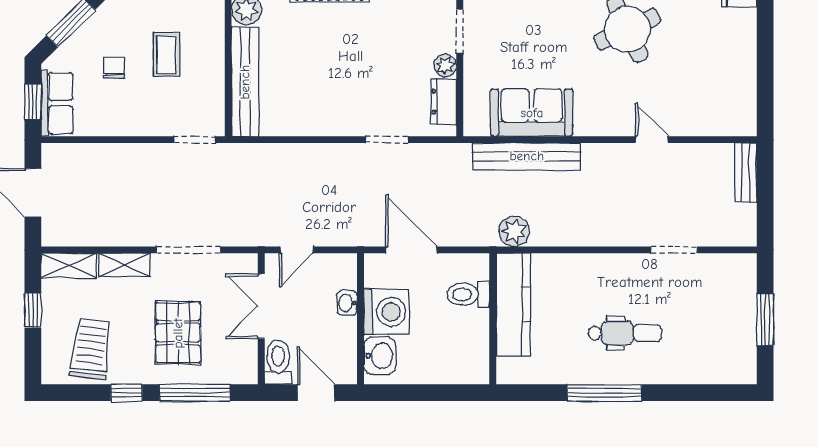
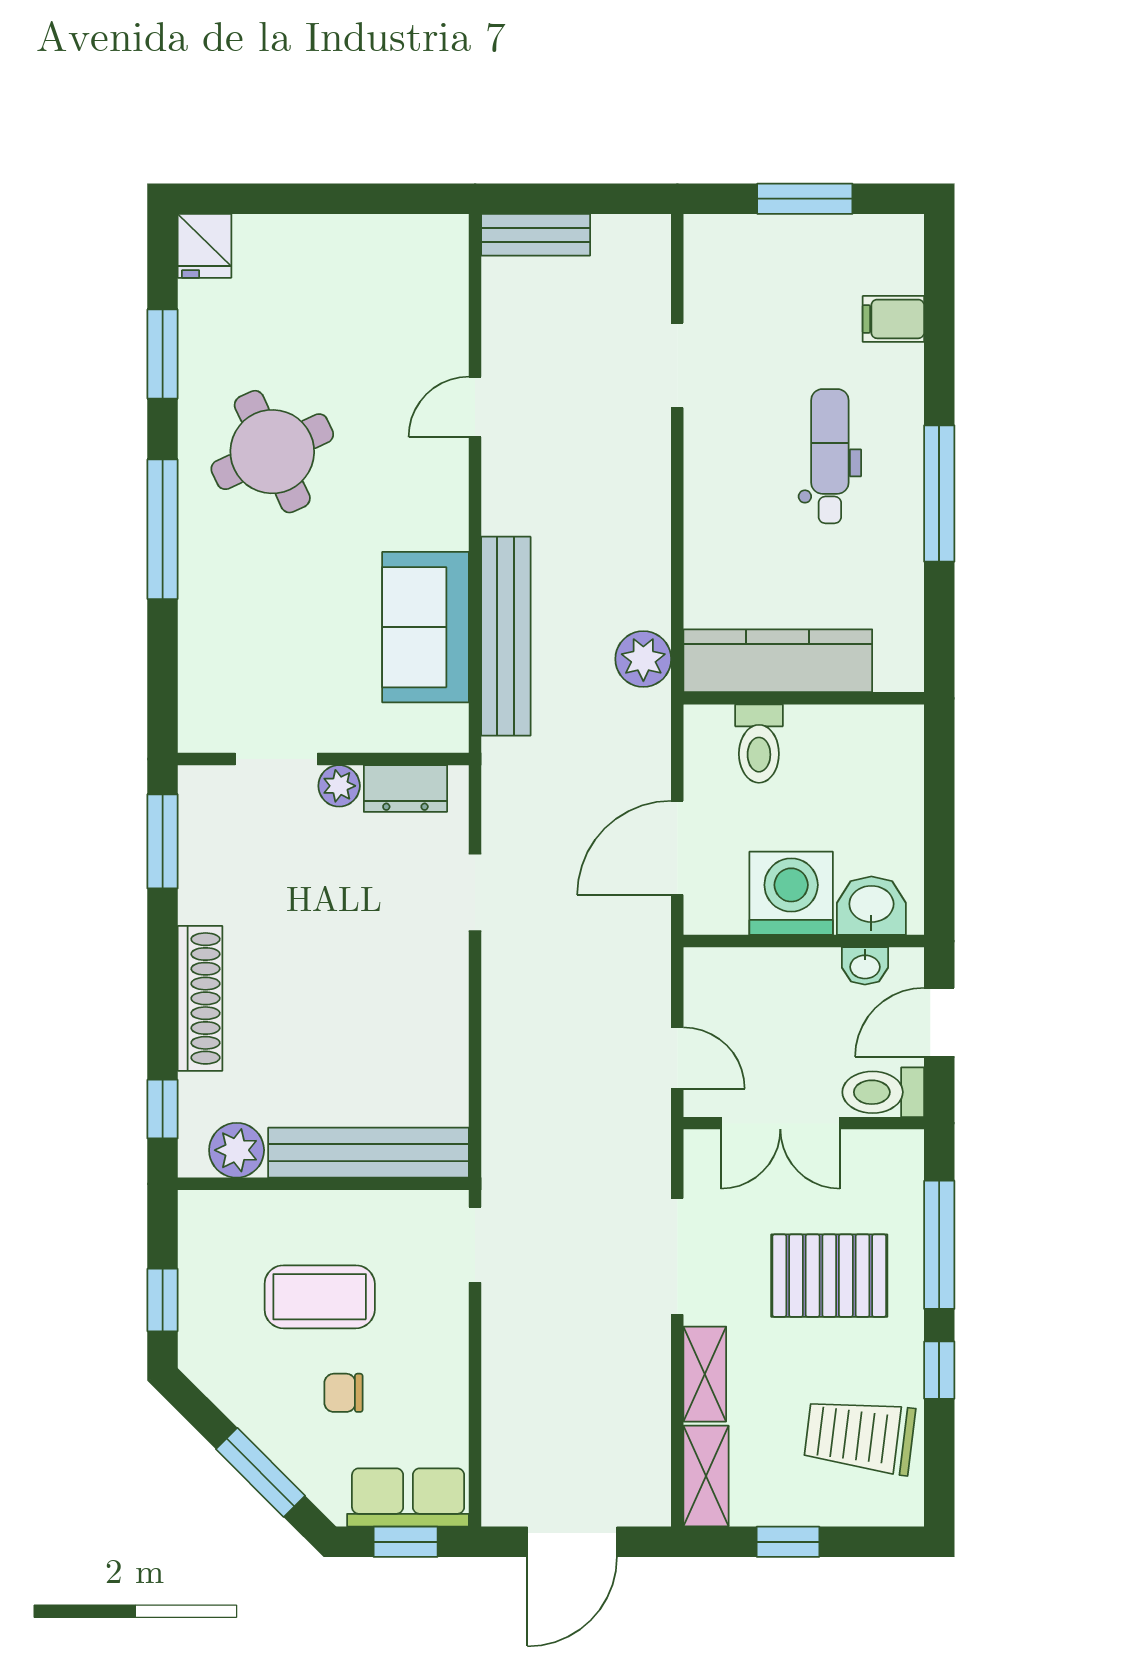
coffee table: (167, 55) -> (320, 1297), width x1.36, depth x1.30
washbasin: (347, 303) -> (865, 966), moved
filing cabinet: (700, 368) -> (893, 319), added

